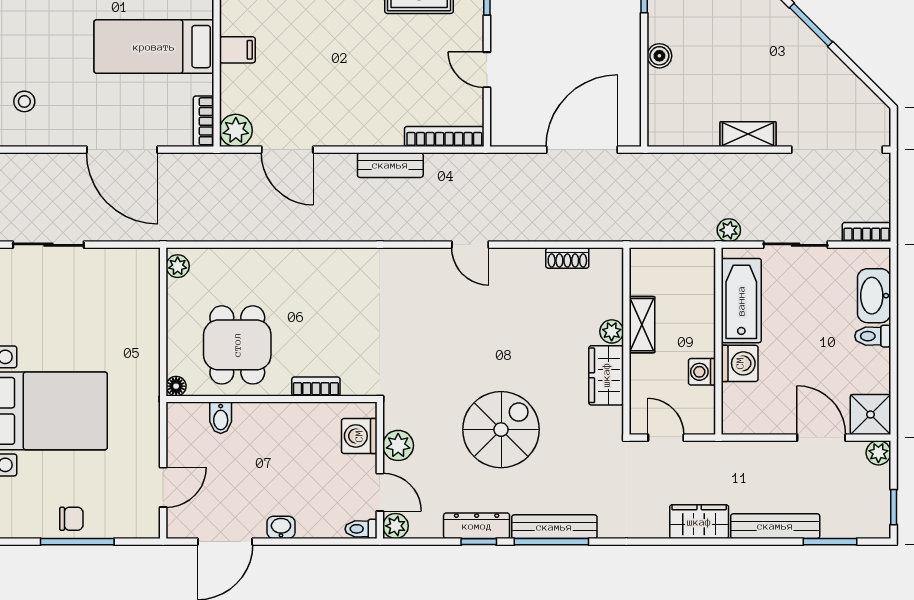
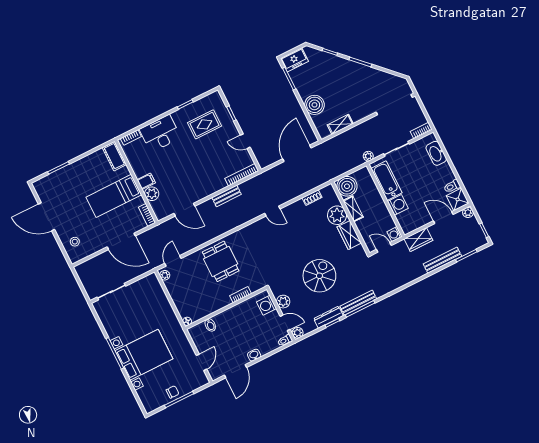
boiler: (659, 56) -> (314, 105), width x1.86, depth x1.86
plant: (236, 130) -> (152, 194), moved
shelving: (748, 134) -> (340, 124), moved
door: (210, 245) -> (173, 261), added
boiler: (653, 271) -> (347, 186), added
plant: (612, 331) -> (337, 215), width x1.87, depth x1.87
toilet: (873, 336) -> (452, 186), moved
dining table: (237, 345) -> (221, 261), moved
washing machine: (702, 372) -> (395, 234), moved
wardrobe: (699, 522) -> (418, 240), moved, turned 180

